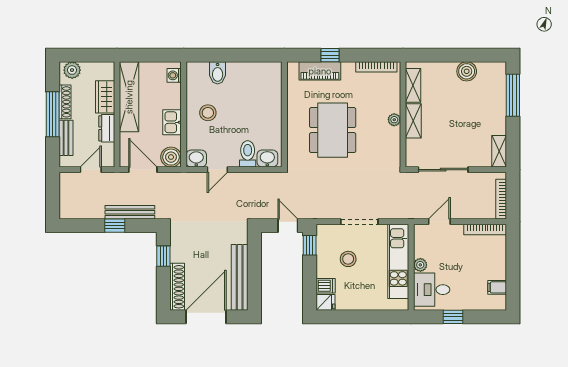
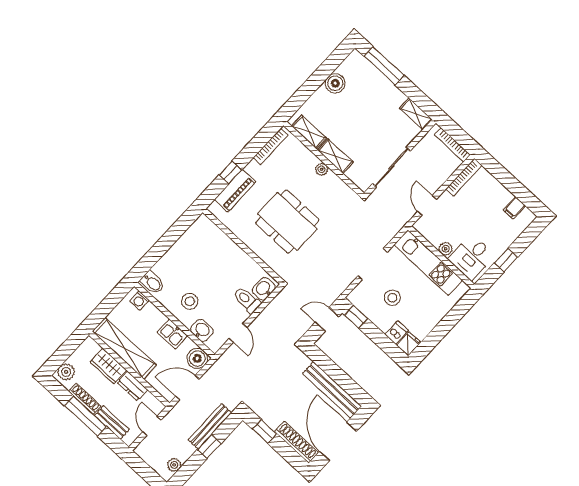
bidet: (218, 73) -> (153, 283), moved
washbasin: (196, 159) -> (202, 330), moved, turned 90
plant: (77, 212) -> (174, 465), added

